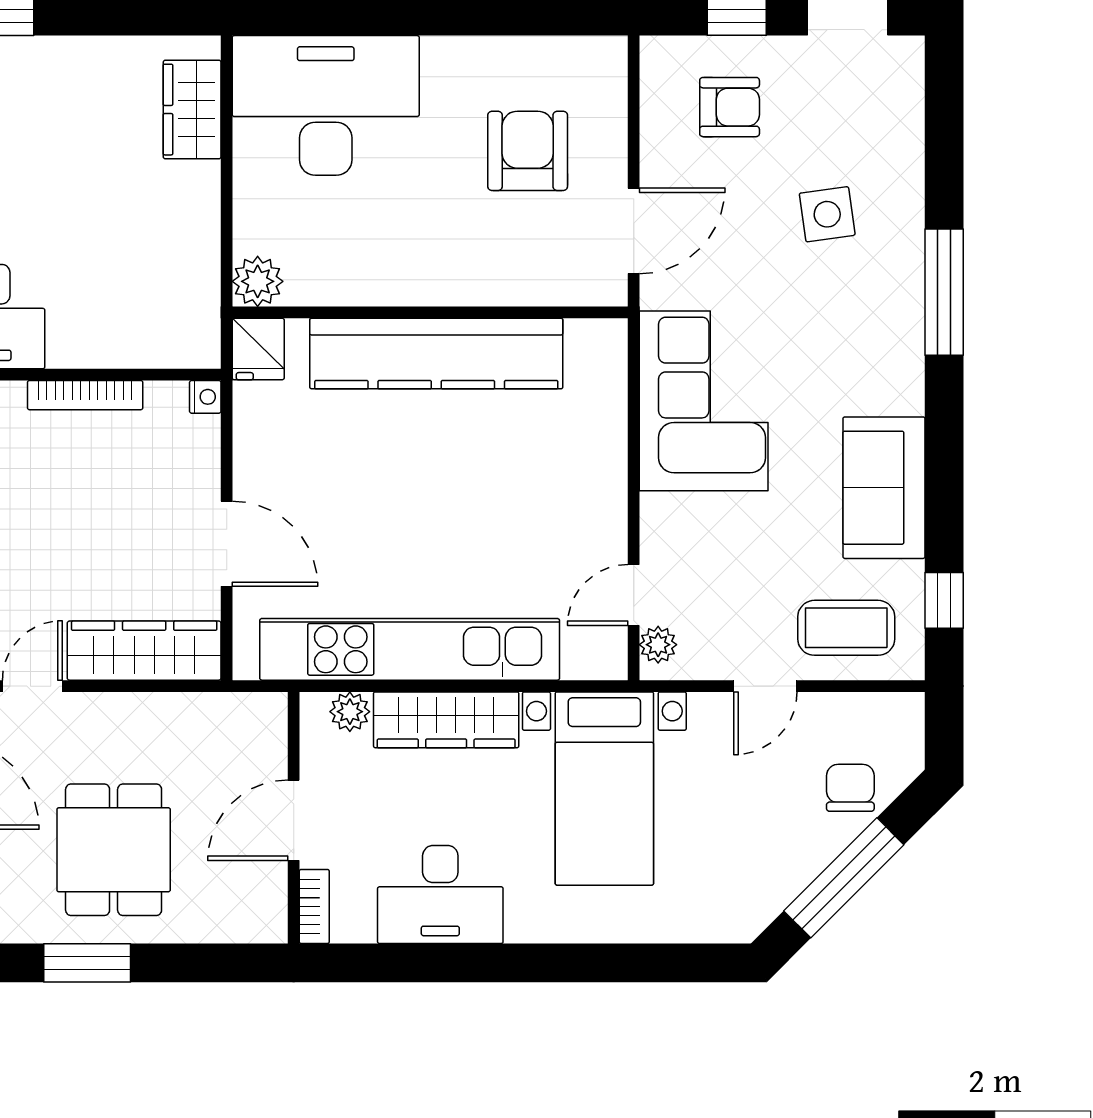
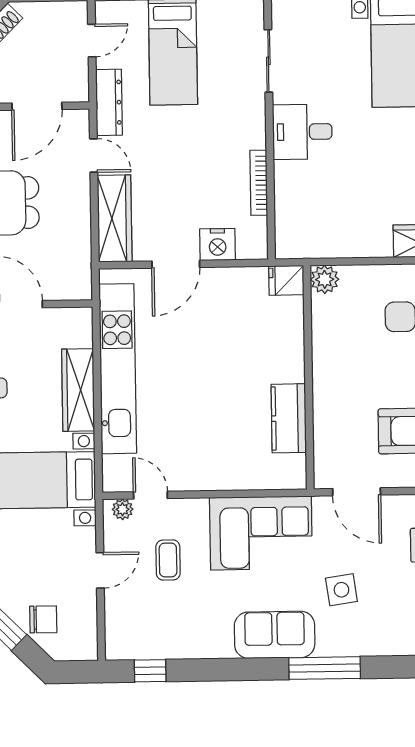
side table: (827, 214) -> (341, 590), moved
kitchen counter: (436, 354) -> (289, 418), width x0.48, depth x0.86
nightstand: (205, 397) -> (218, 244), moved, width x1.89, depth x1.79
sofa: (884, 488) -> (275, 635), moved
coffee table: (846, 628) -> (168, 560), moved, width x0.73, depth x0.77
door: (765, 686) -> (100, 570), swing flipped
plant: (350, 712) -> (82, 335), removed

